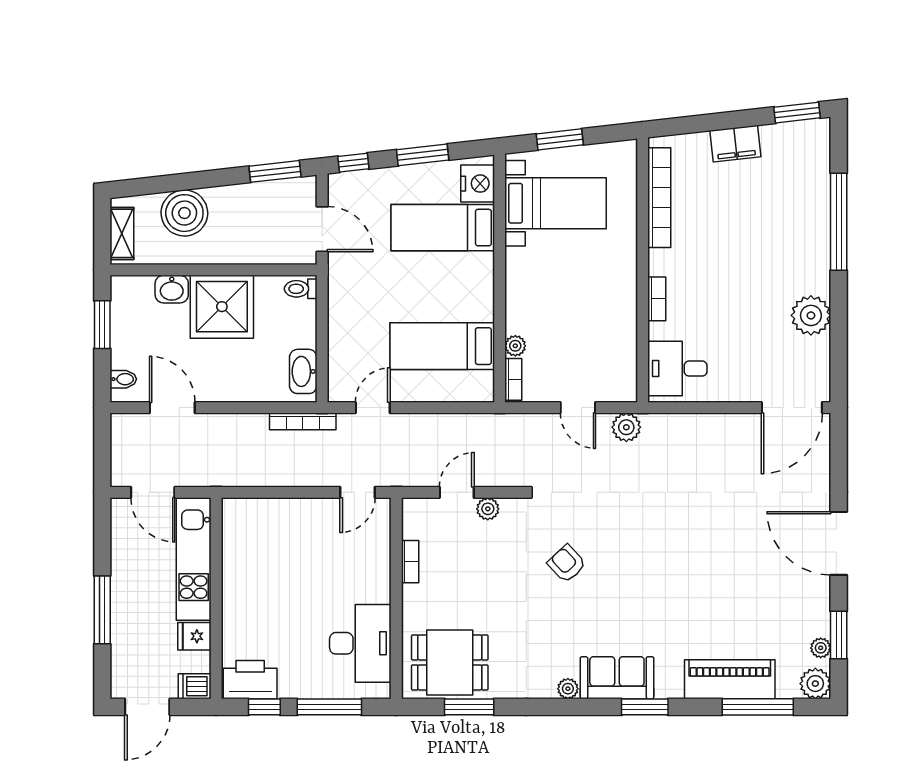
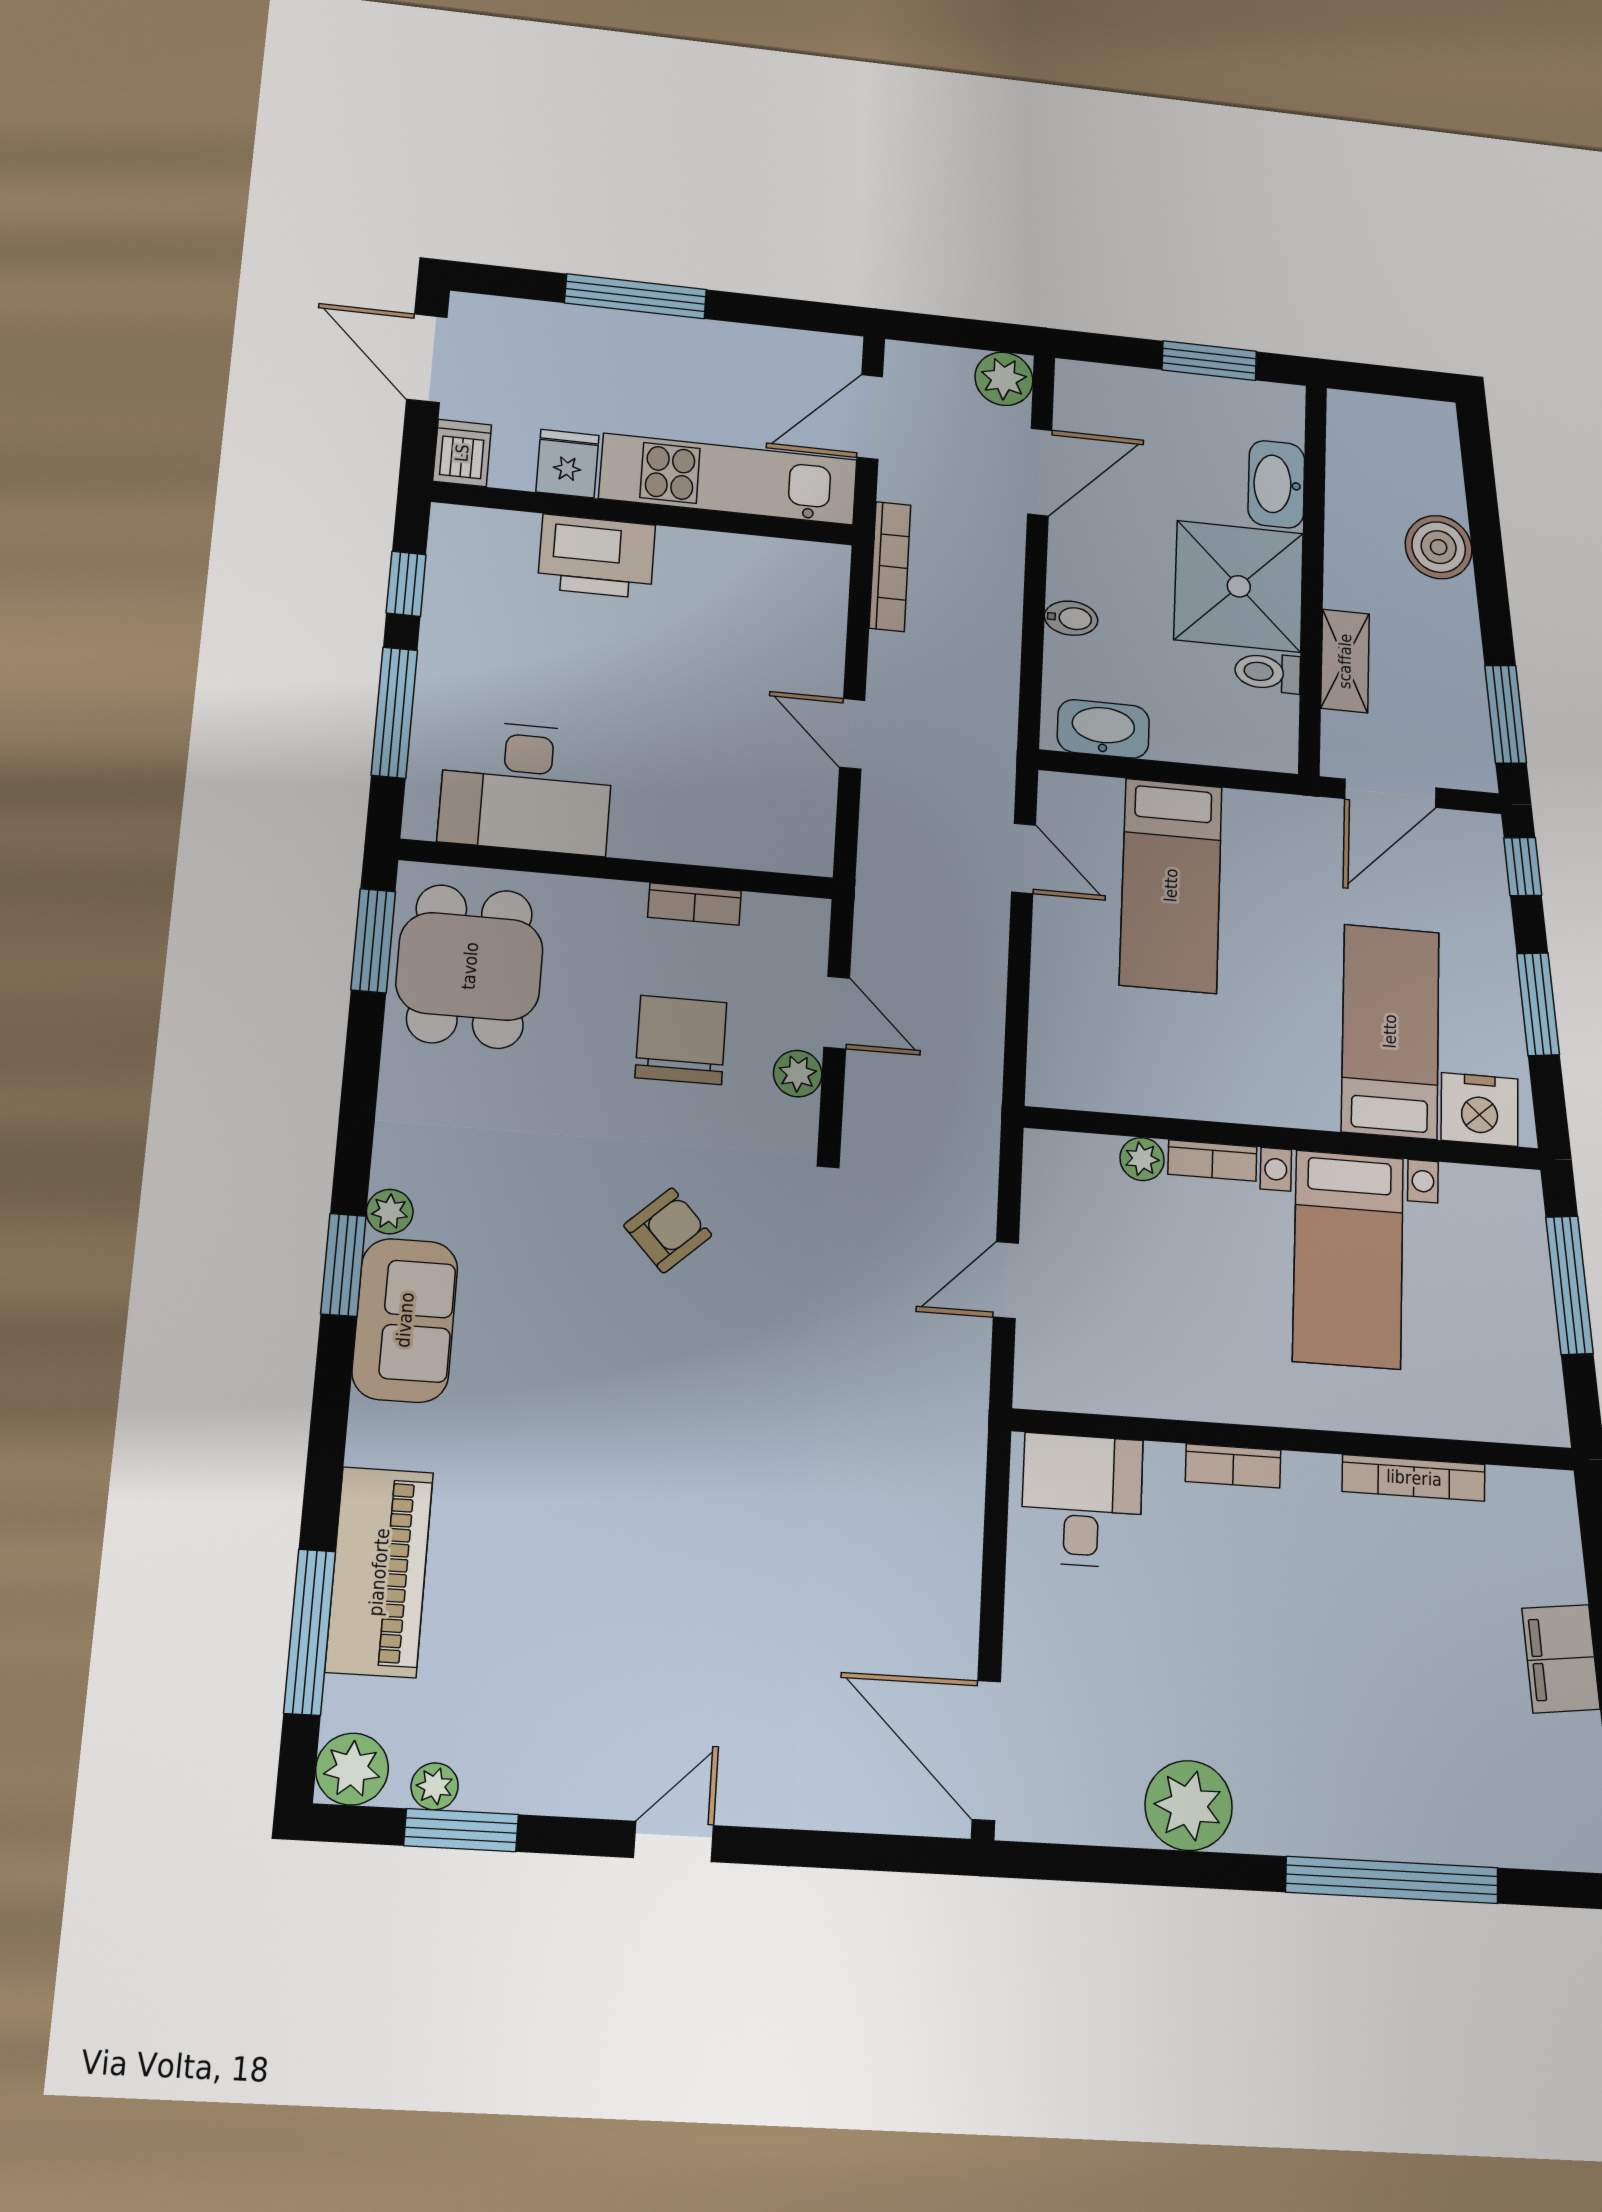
window: (560, 139) -> (1569, 1285), width x1.44
bookcase: (659, 198) -> (1414, 1478), width x0.68, depth x0.76
bed with nightstands: (556, 203) -> (1348, 1259), moved
boiler: (184, 213) -> (1439, 547), width x0.73, depth x0.73
shelving: (122, 233) -> (1345, 661), moved, turned 90
washbasin: (172, 289) -> (1276, 484), width x1.38
toilet: (301, 289) -> (1268, 672), moved, turned -90
bed: (442, 346) -> (1171, 885), moved, turned 180
bidet: (123, 379) -> (1071, 618), moved, turned -90
bookcase: (513, 379) -> (1212, 1161), moved
bookcase: (303, 421) -> (890, 566), moved, turned 180
plant: (626, 427) -> (1004, 379), moved
door: (358, 492) -> (852, 734), moved
door: (839, 543) -> (674, 1841), width x0.53
chair: (476, 564) -> (681, 1040), added
printer: (250, 680) -> (597, 556), moved, turned 90
window: (469, 707) -> (373, 941), moved
window: (645, 707) -> (343, 1265), moved

